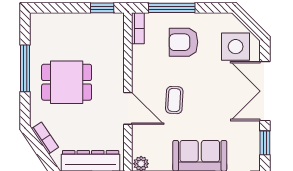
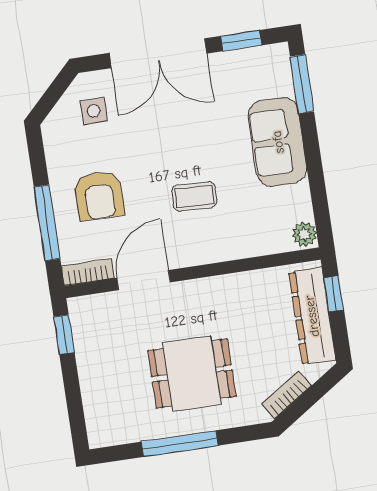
side table: (236, 47) -> (94, 111), width x0.54, depth x0.54
dining table: (67, 82) -> (192, 373), turned 90
door: (128, 108) -> (144, 280), moved

